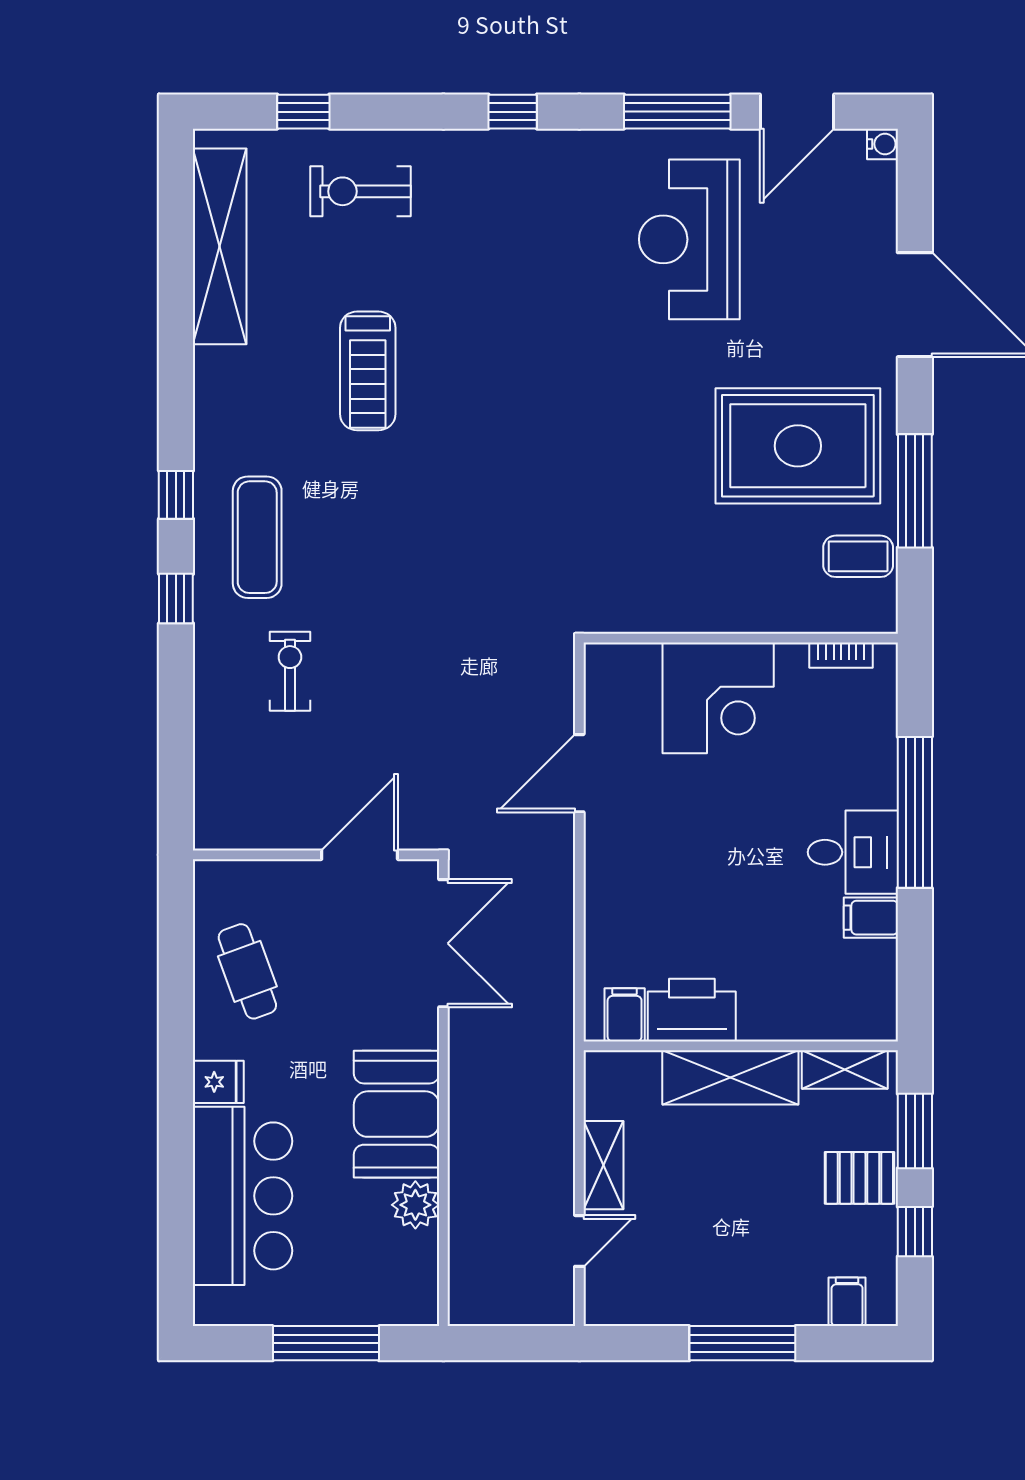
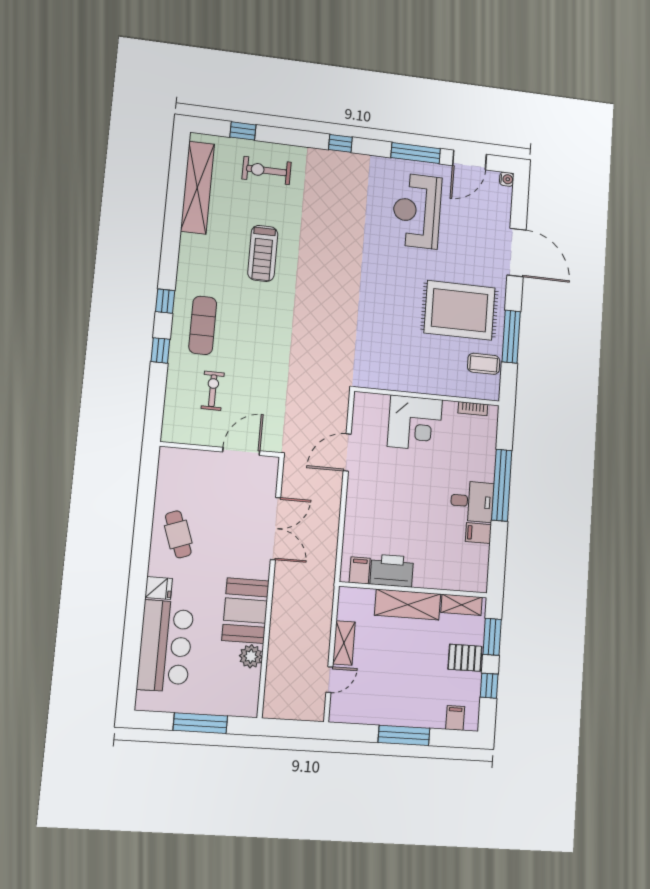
wall: (316, 855) -> (220, 449), moved
door: (360, 855) -> (241, 451), moved

